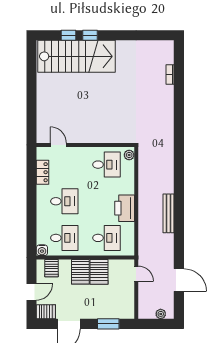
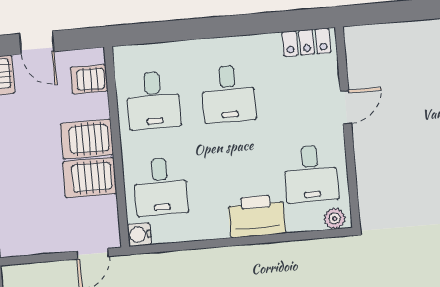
door: (58, 145) -> (346, 107), moved
locker: (43, 172) -> (307, 42), moved
printer: (125, 208) -> (257, 216), moved
water cooler: (42, 250) -> (139, 235), moved

